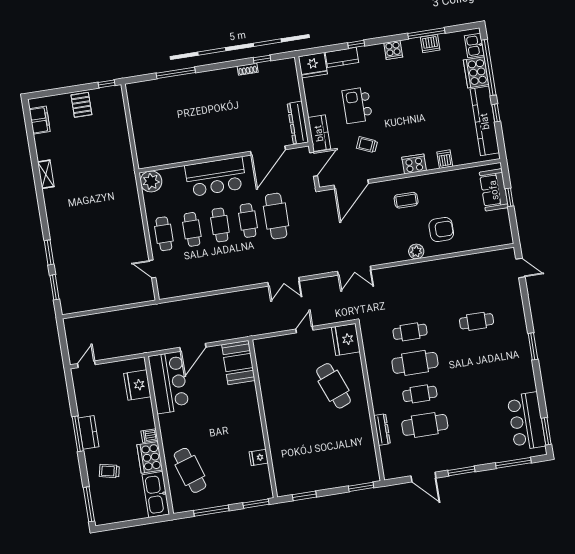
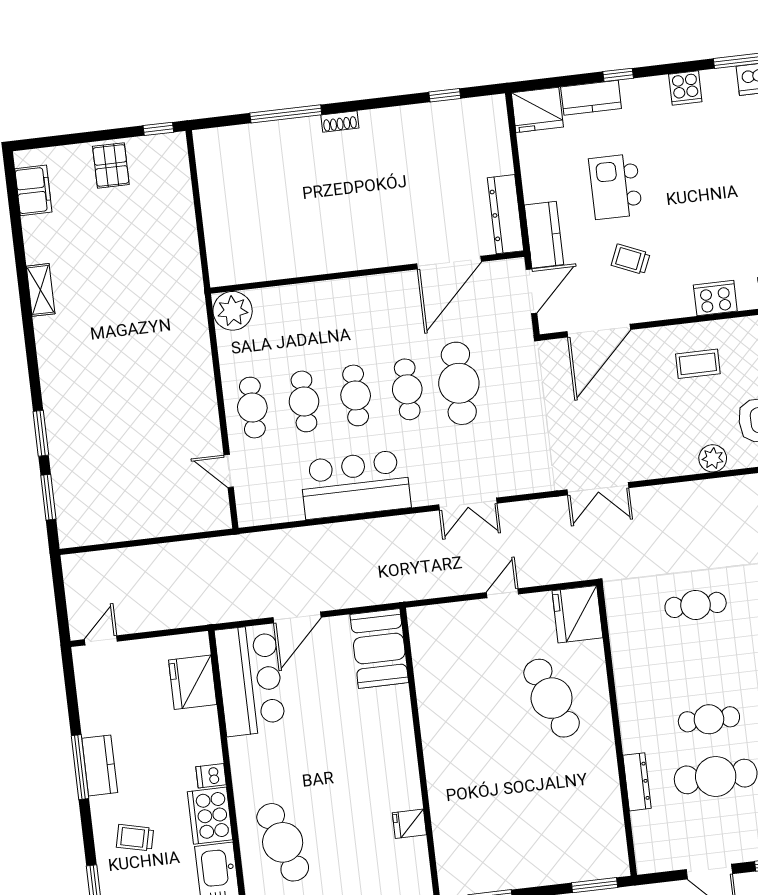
shoe rack: (248, 69) -> (340, 122), moved
bar counter: (216, 177) -> (355, 484), moved, turned 180
cafe table: (415, 363) -> (702, 662), removed

